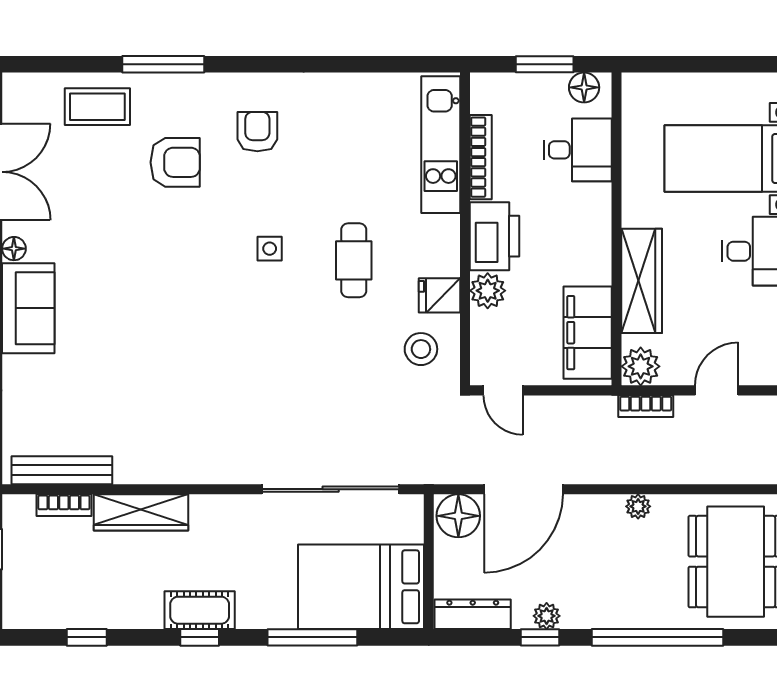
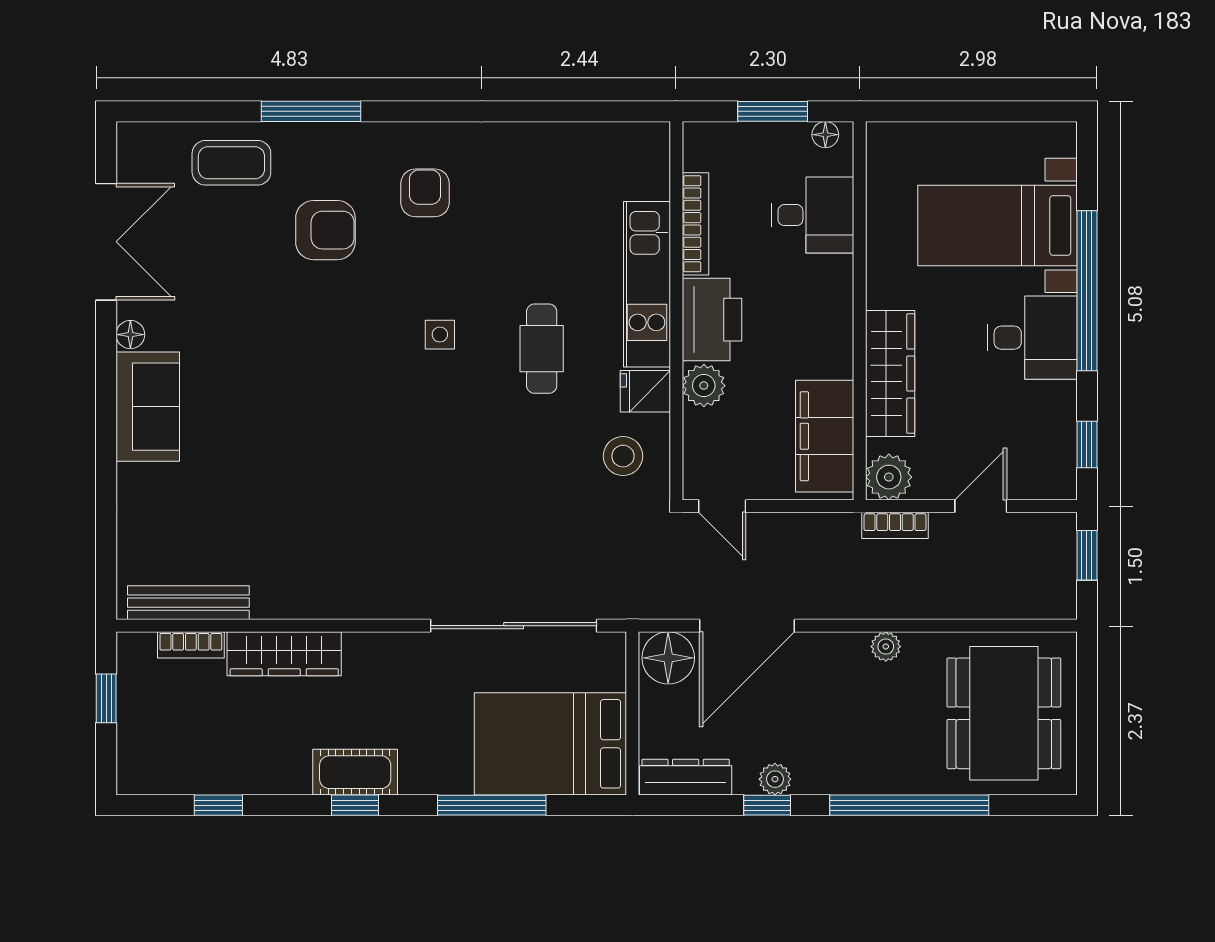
floor lamp: (584, 87) -> (825, 135), width x0.73, depth x0.73
kitchen unit: (441, 145) -> (647, 284), moved

